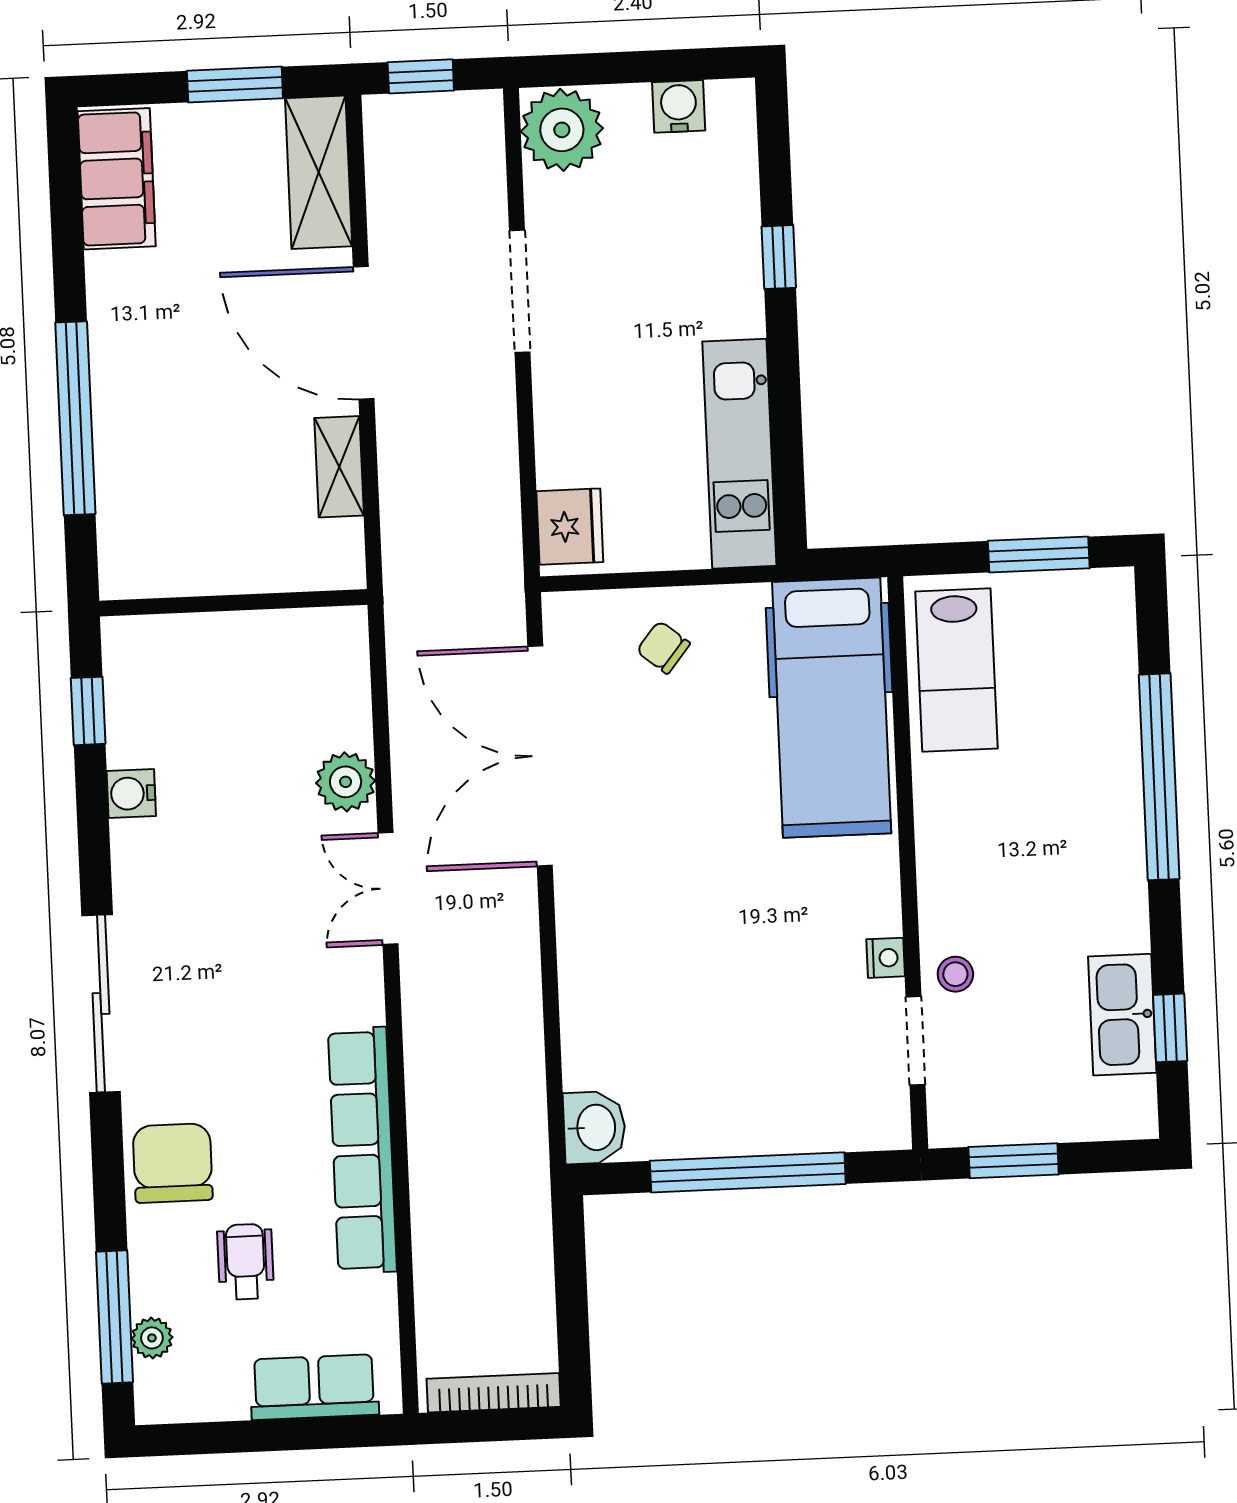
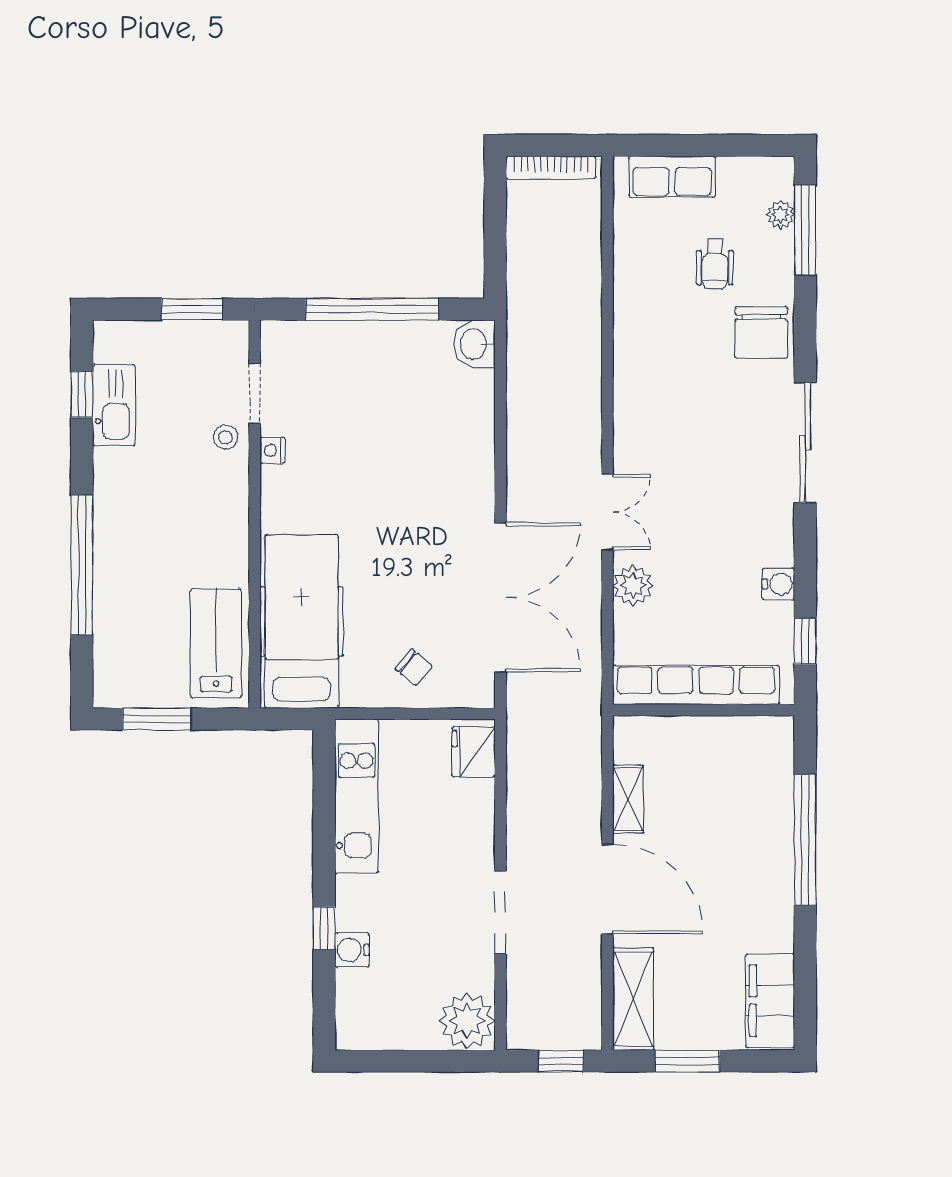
water cooler: (679, 106) -> (352, 950), moved, turned 90
row of seats: (362, 1150) -> (696, 685), moved, turned -90

